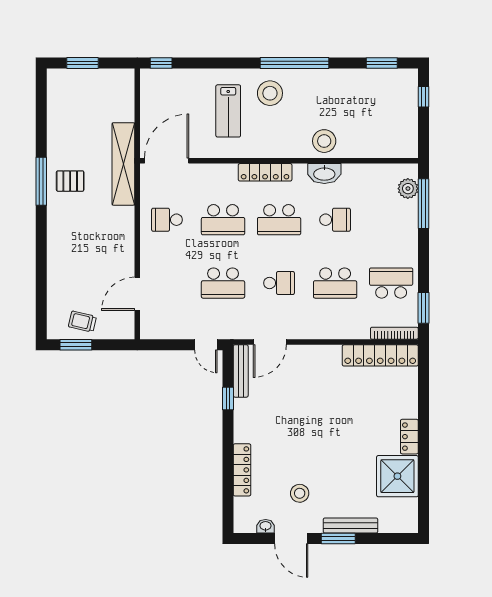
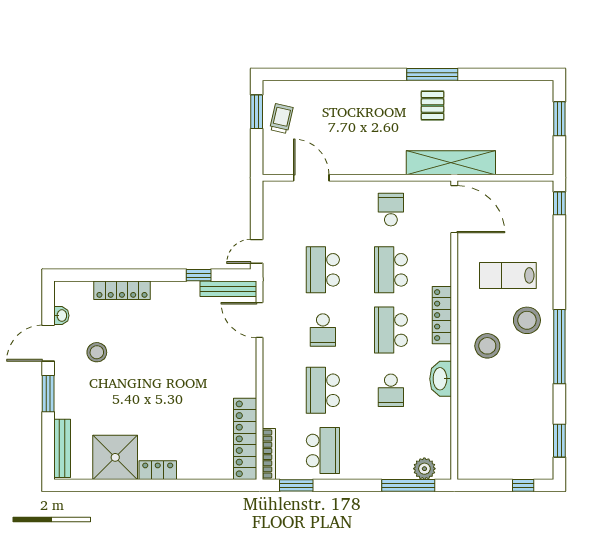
stool: (324, 141) -> (487, 346), moved
bench: (350, 525) -> (62, 448), moved

